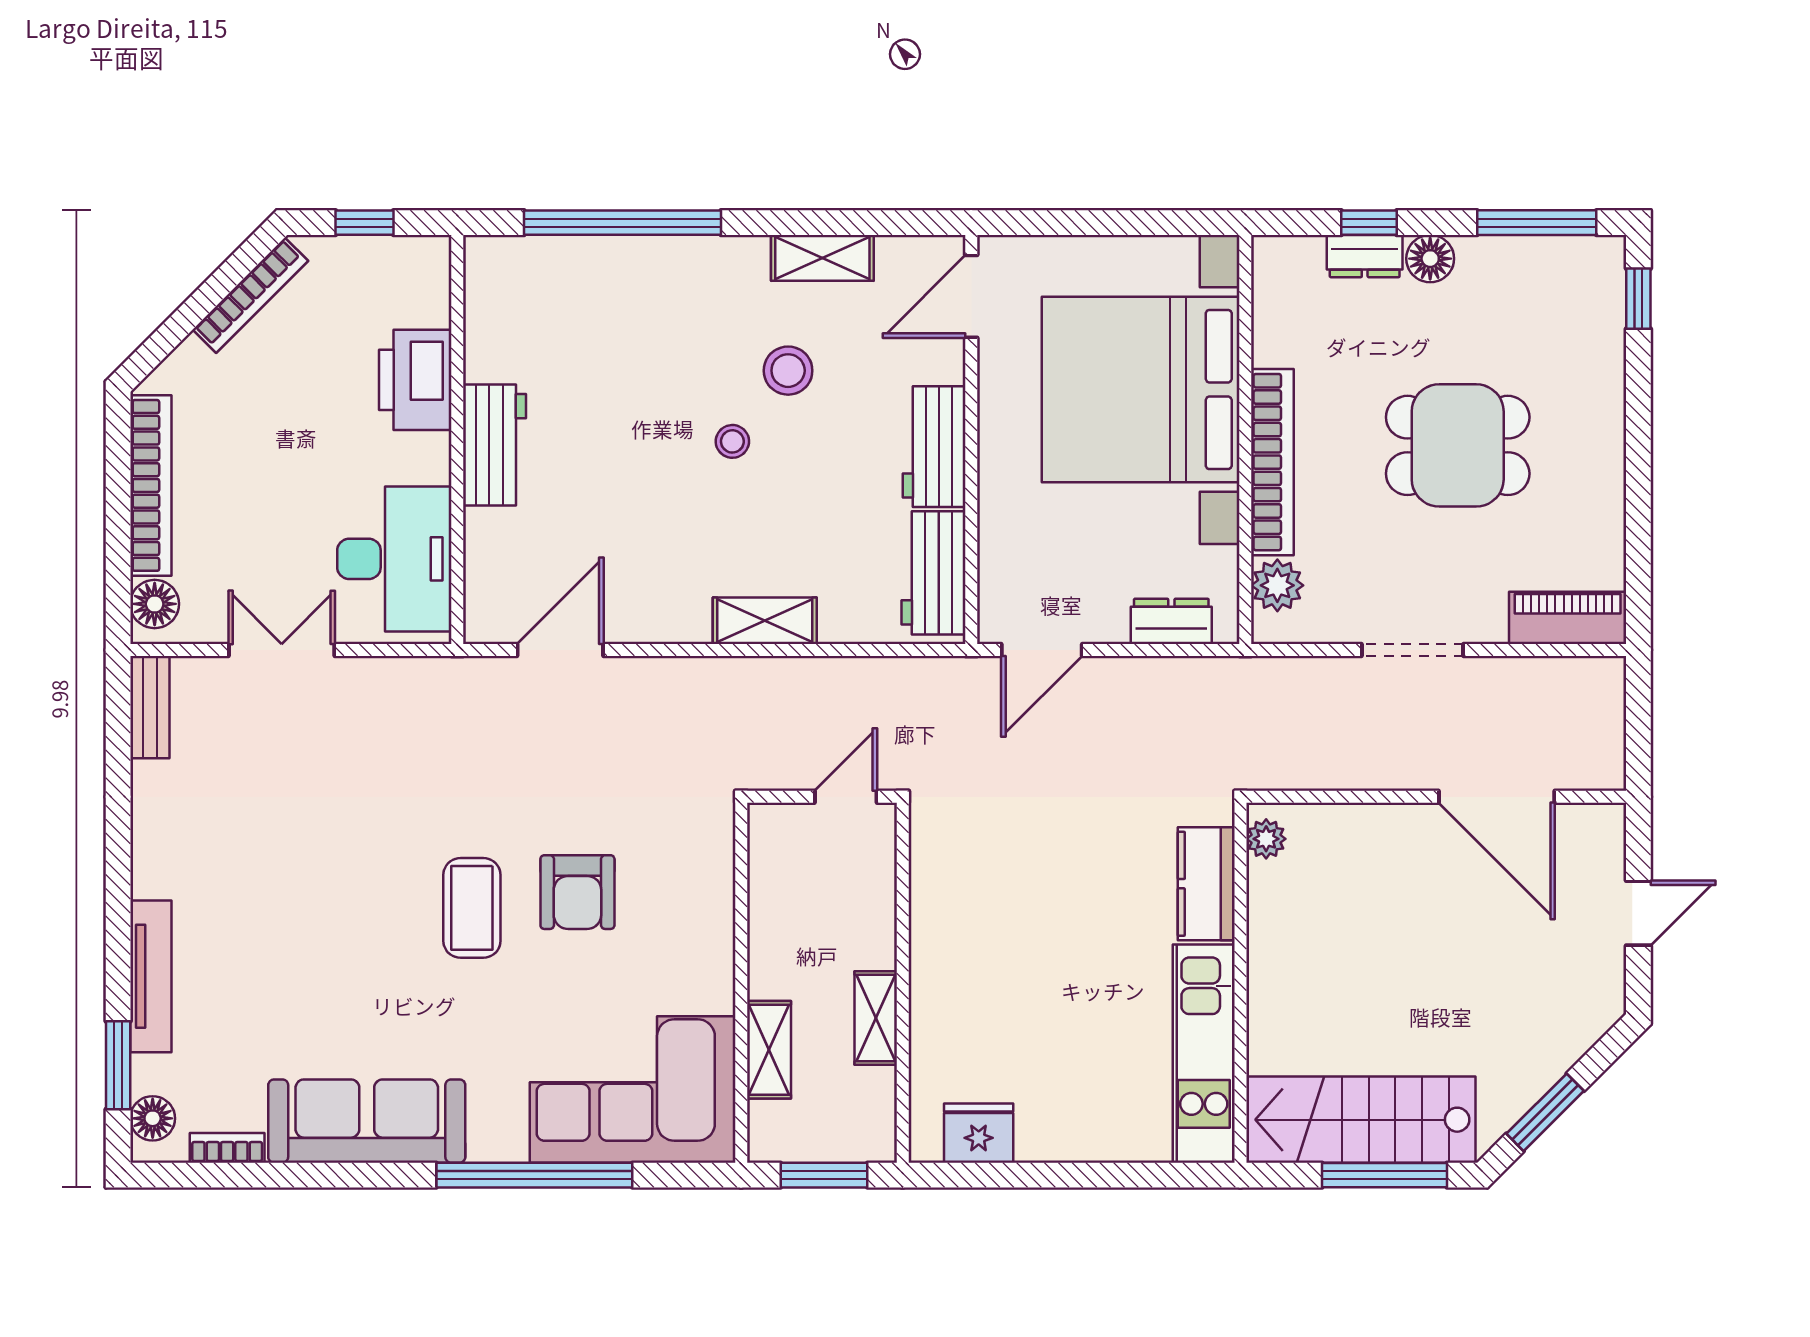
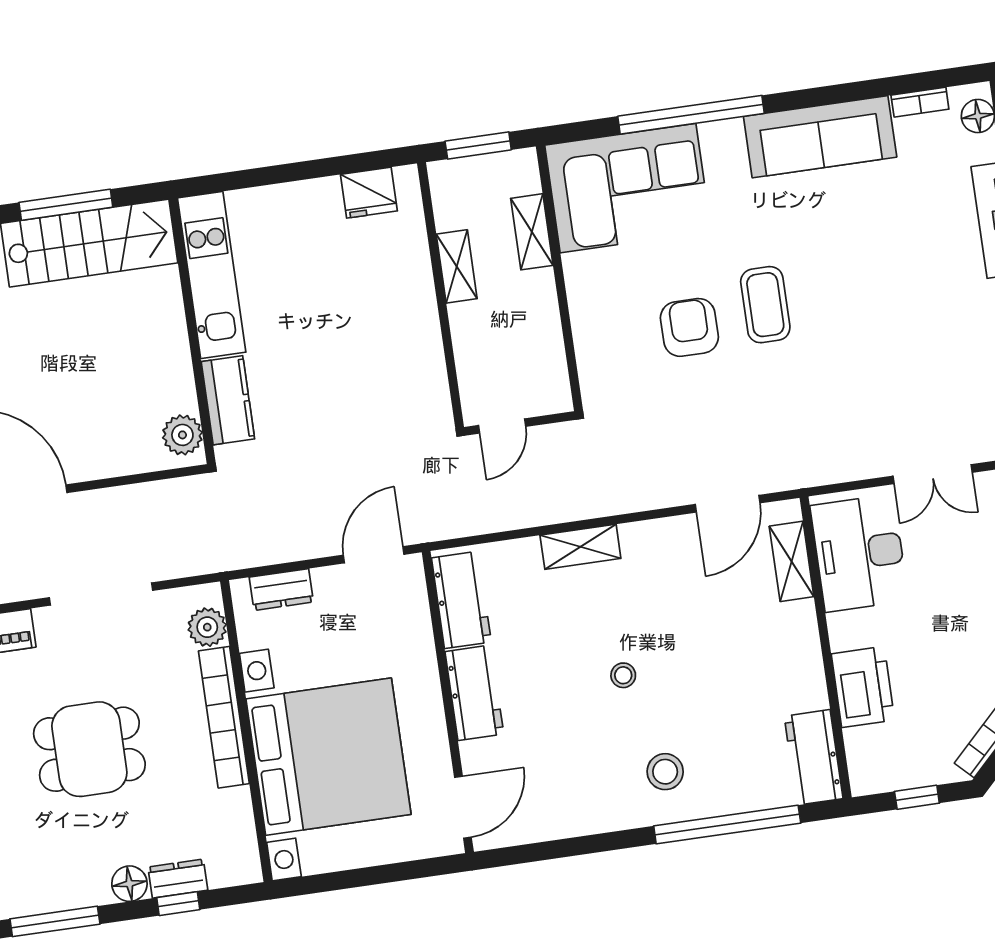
shelving: (822, 258) -> (792, 561), moved, turned 90
stool: (788, 371) -> (665, 772), moved
workbench: (494, 445) -> (814, 757), moved
doorway: (1412, 650) -> (101, 594), width x1.36
plant: (1266, 839) -> (182, 435), width x1.38, depth x1.38

